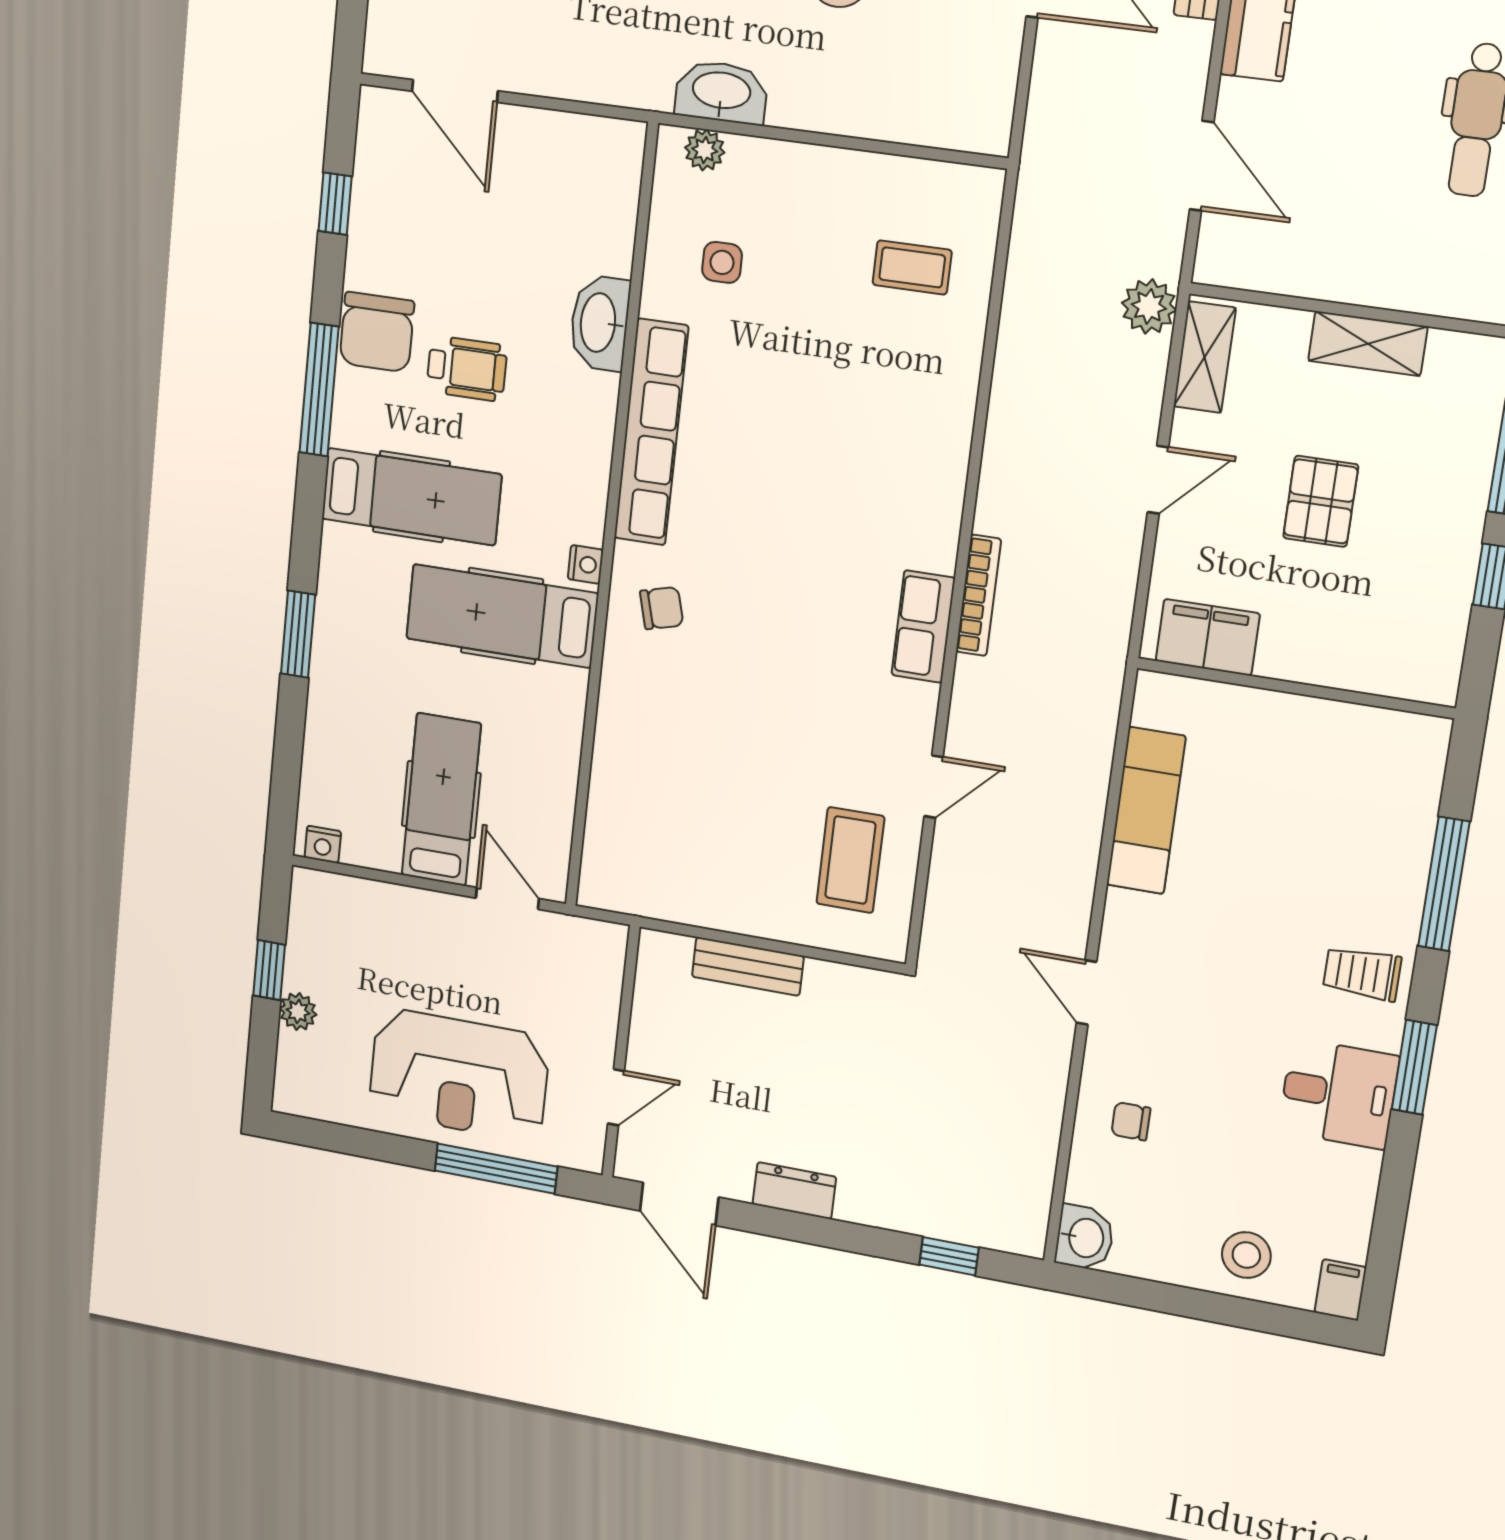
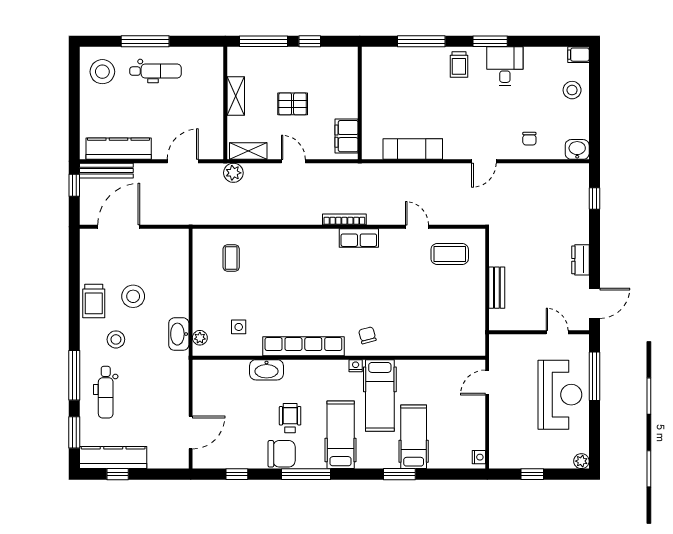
hospital bed: (441, 800) -> (414, 437), moved, turned 90
plant: (298, 1011) -> (581, 461), moved

